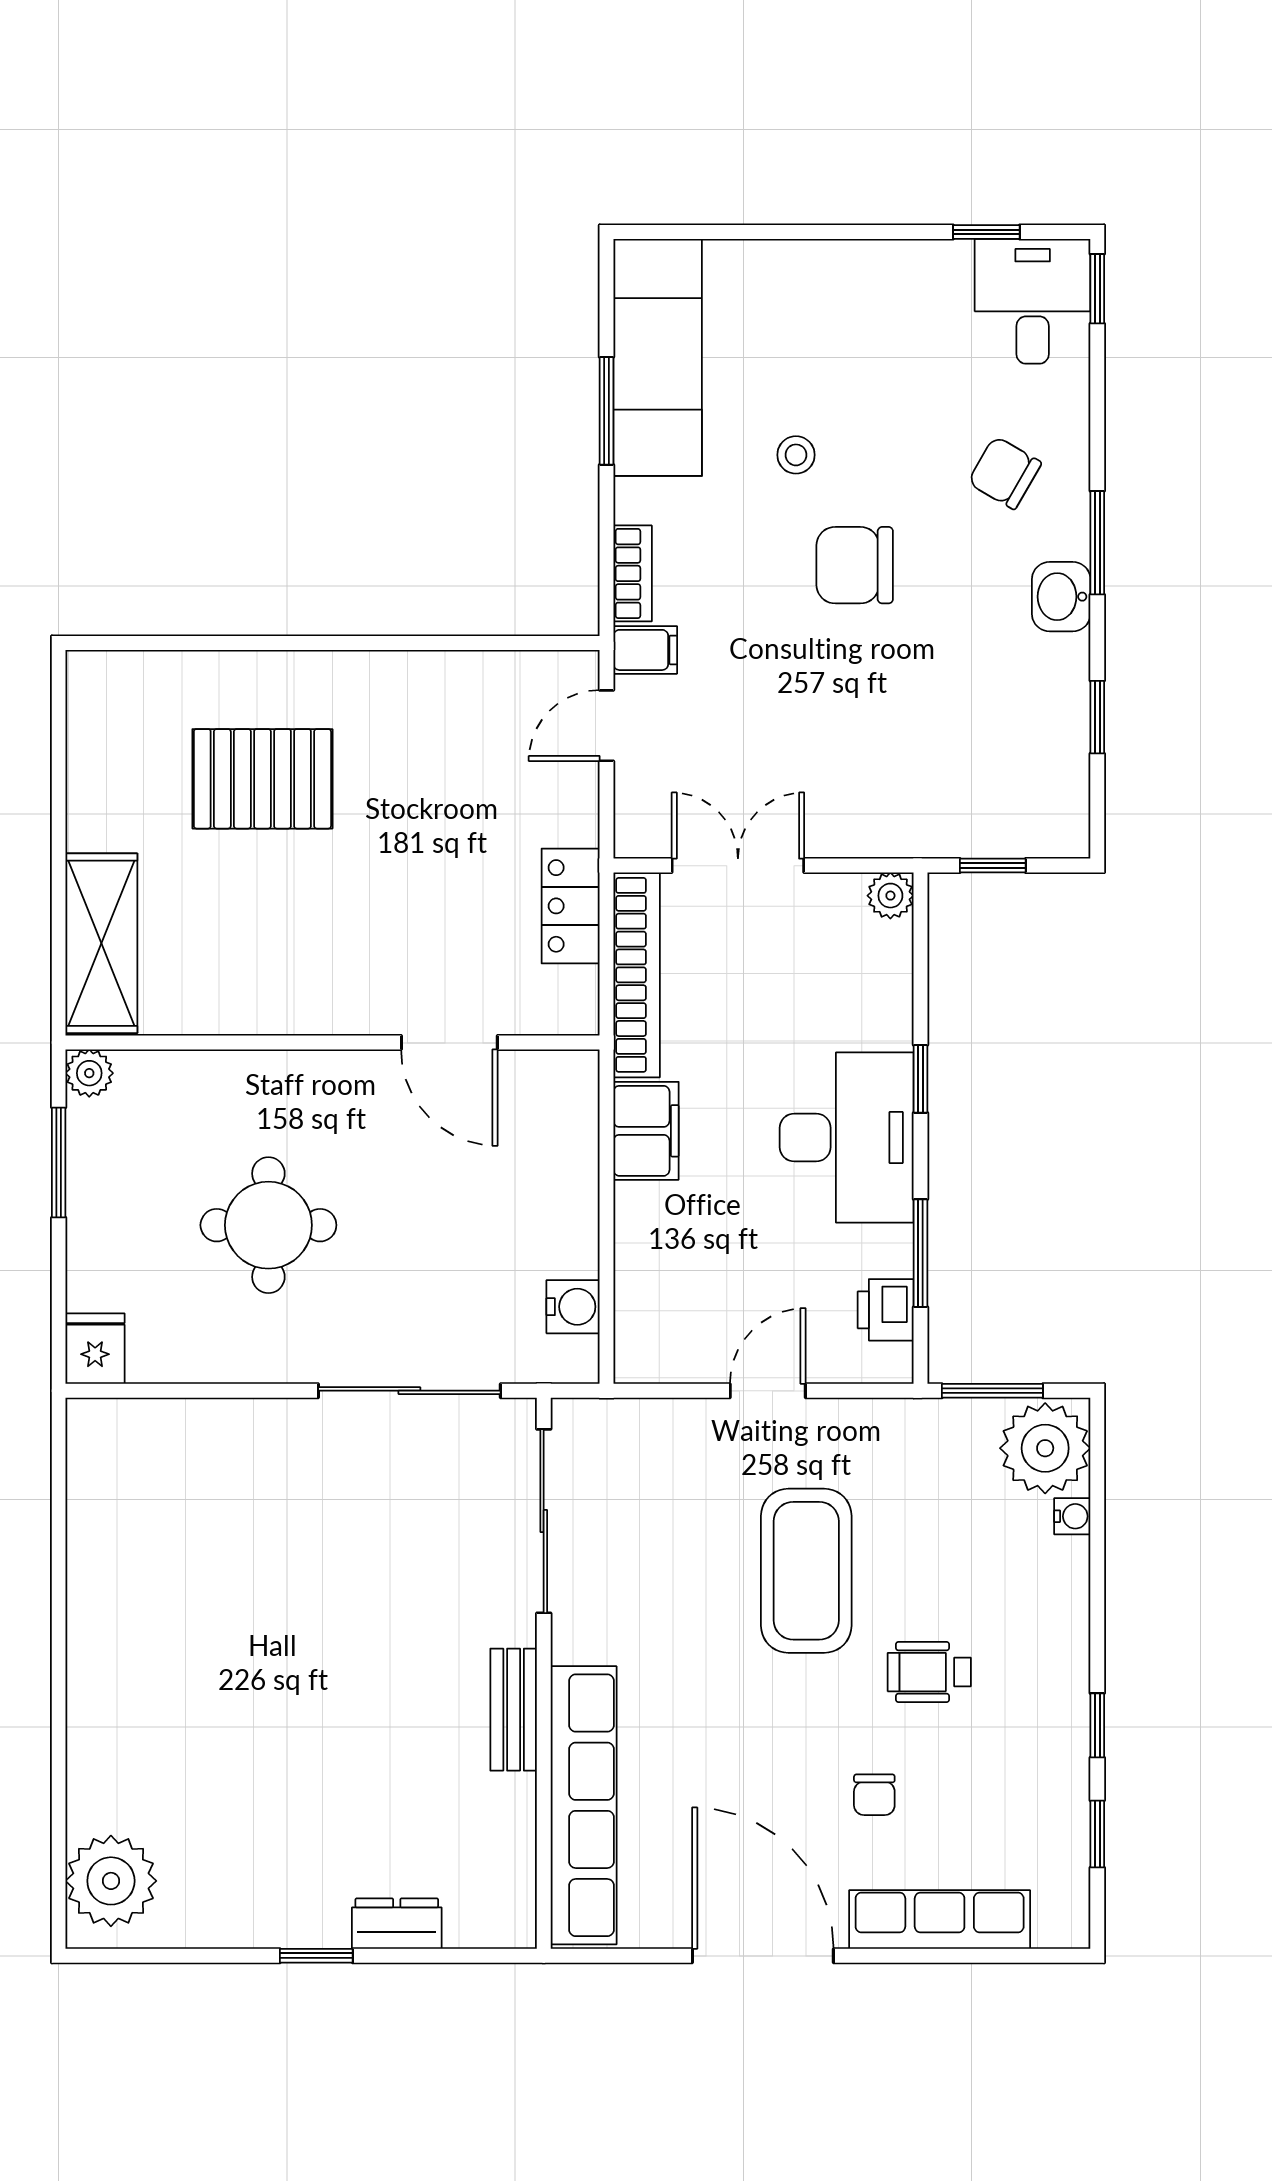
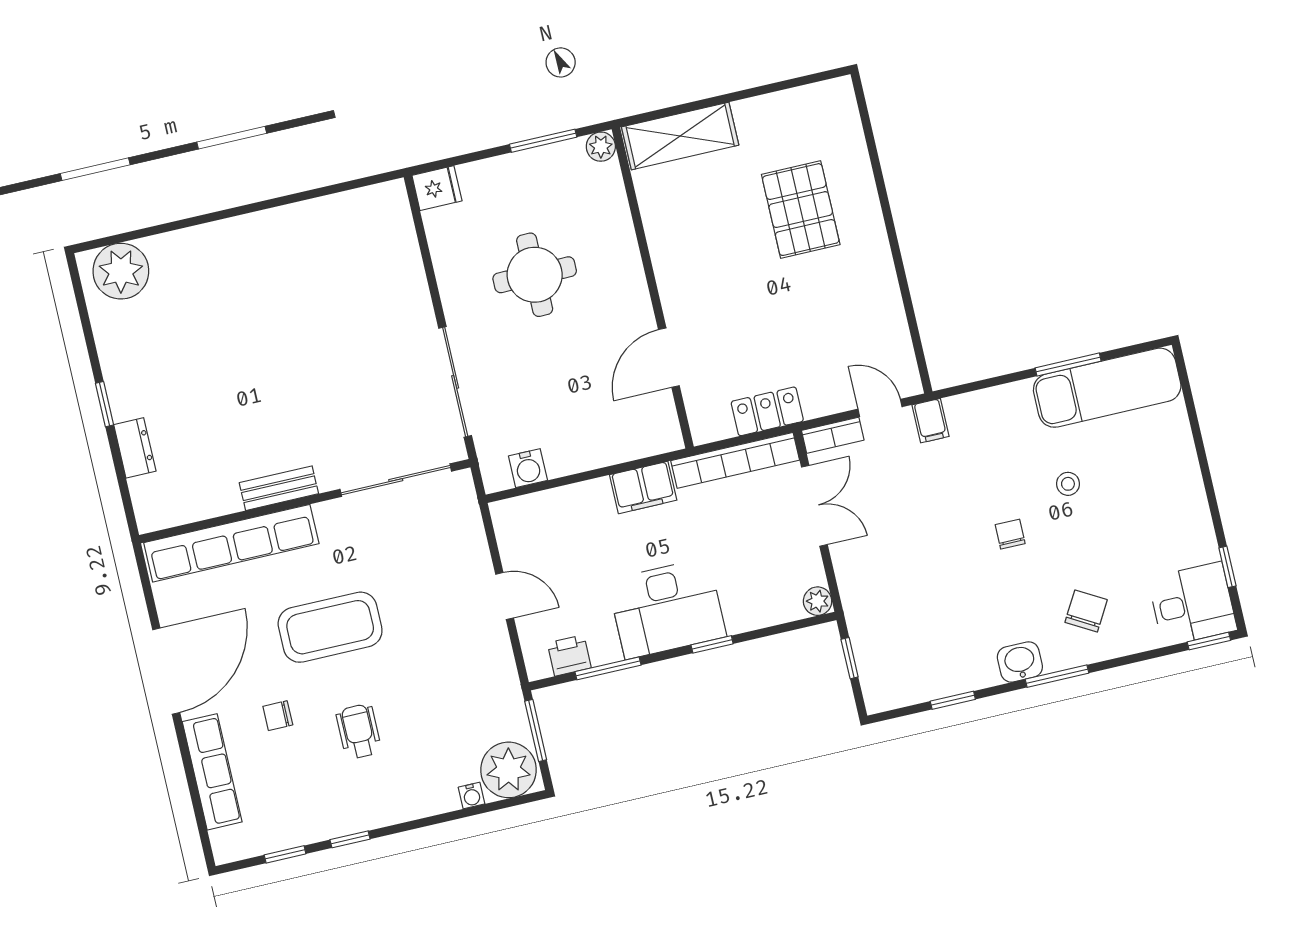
chair: (855, 565) -> (1010, 534), width x0.54, depth x0.54
bookcase: (633, 573) -> (833, 435), moved
coffee table: (806, 1571) -> (330, 627), moved

